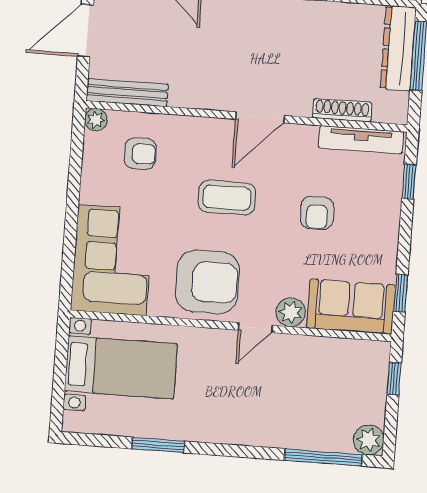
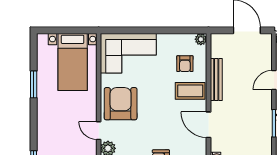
bench: (127, 93) -> (216, 79), moved
coffee table: (227, 198) -> (190, 91), moved, turned 90
armchair: (207, 282) -> (121, 104), turned 180

